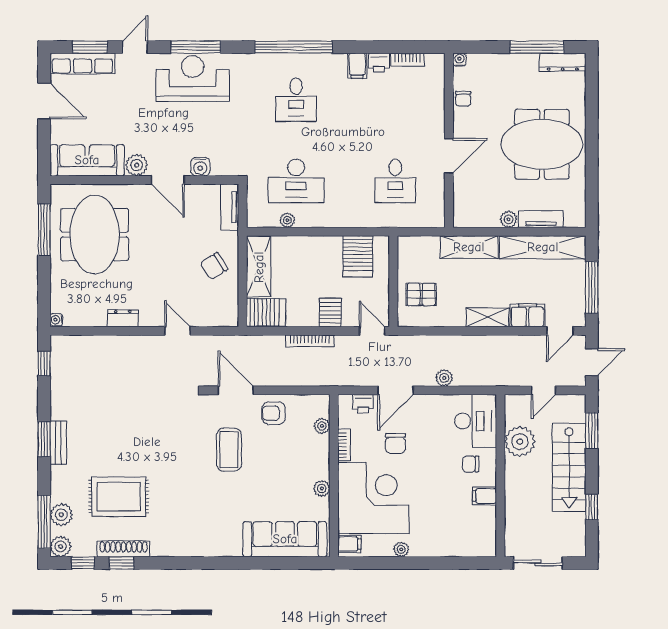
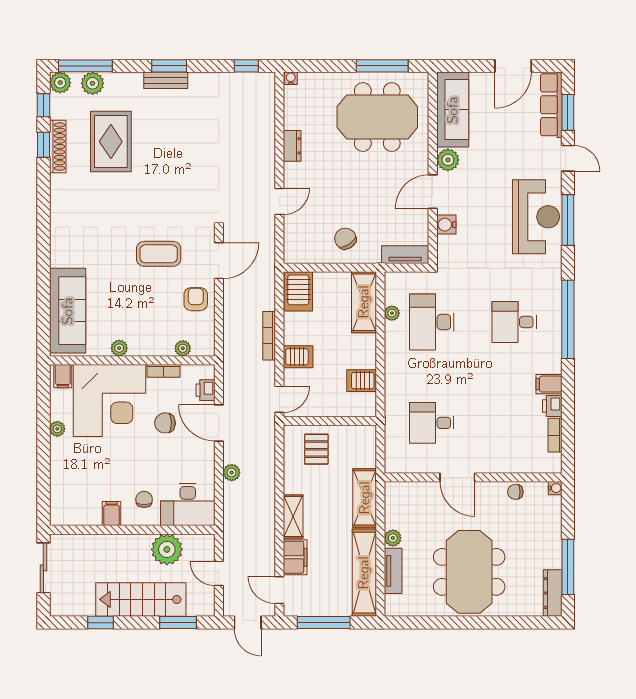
server rack: (358, 256) -> (362, 381), width x0.73, depth x0.70
shelving: (259, 267) -> (364, 302), moved, turned 90

